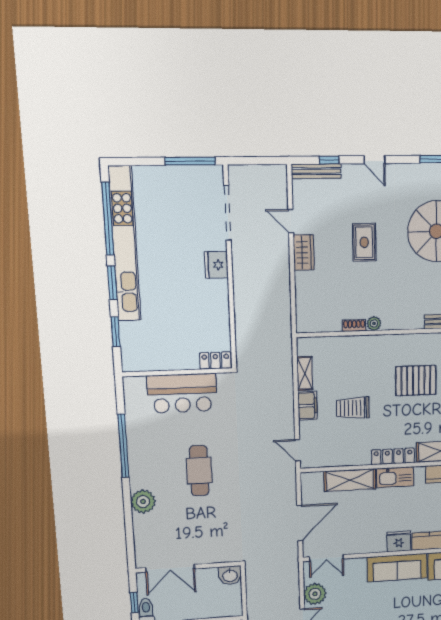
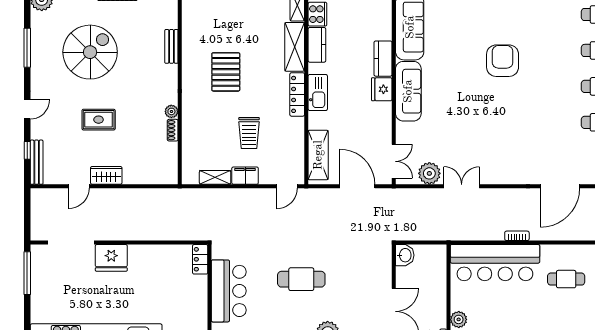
fridge: (216, 265) -> (111, 258), width x1.36, depth x1.34
shelving: (350, 480) -> (318, 155), moved

